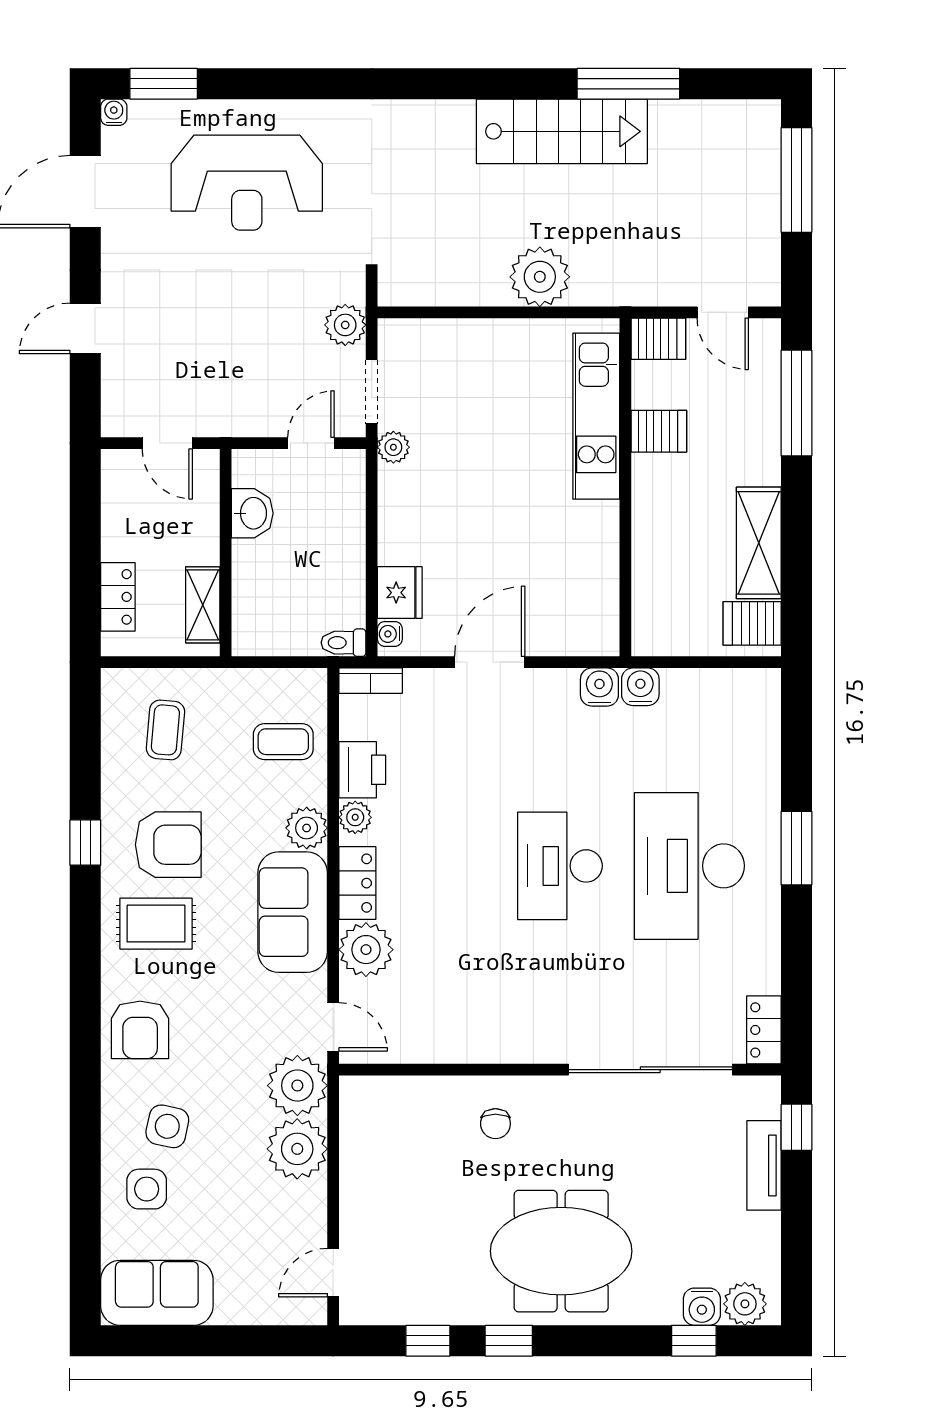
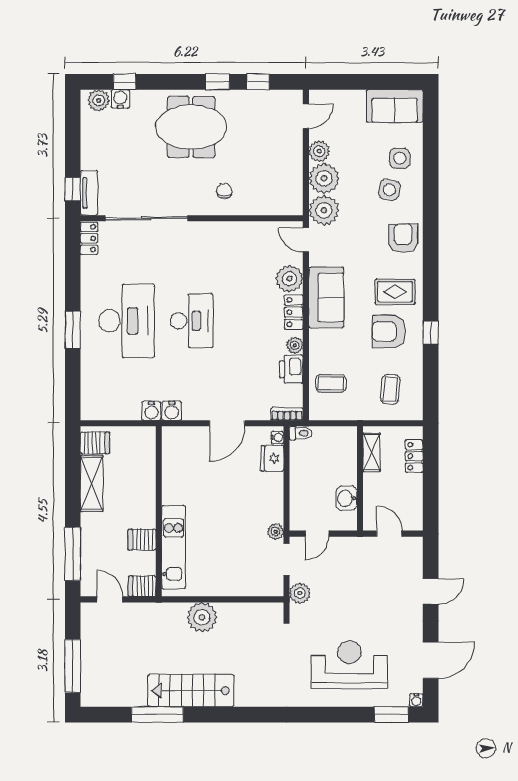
plant: (307, 828) -> (319, 151), moved
tv unit: (764, 1165) -> (89, 193), moved

